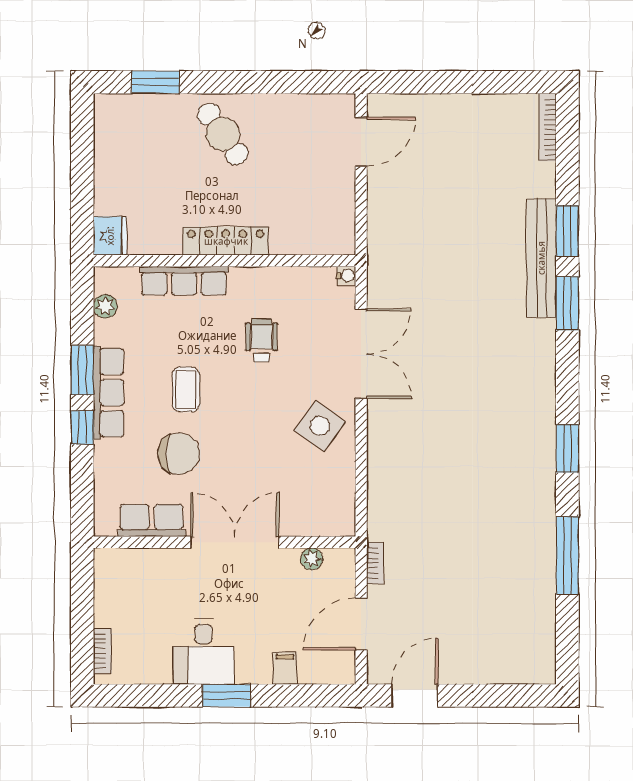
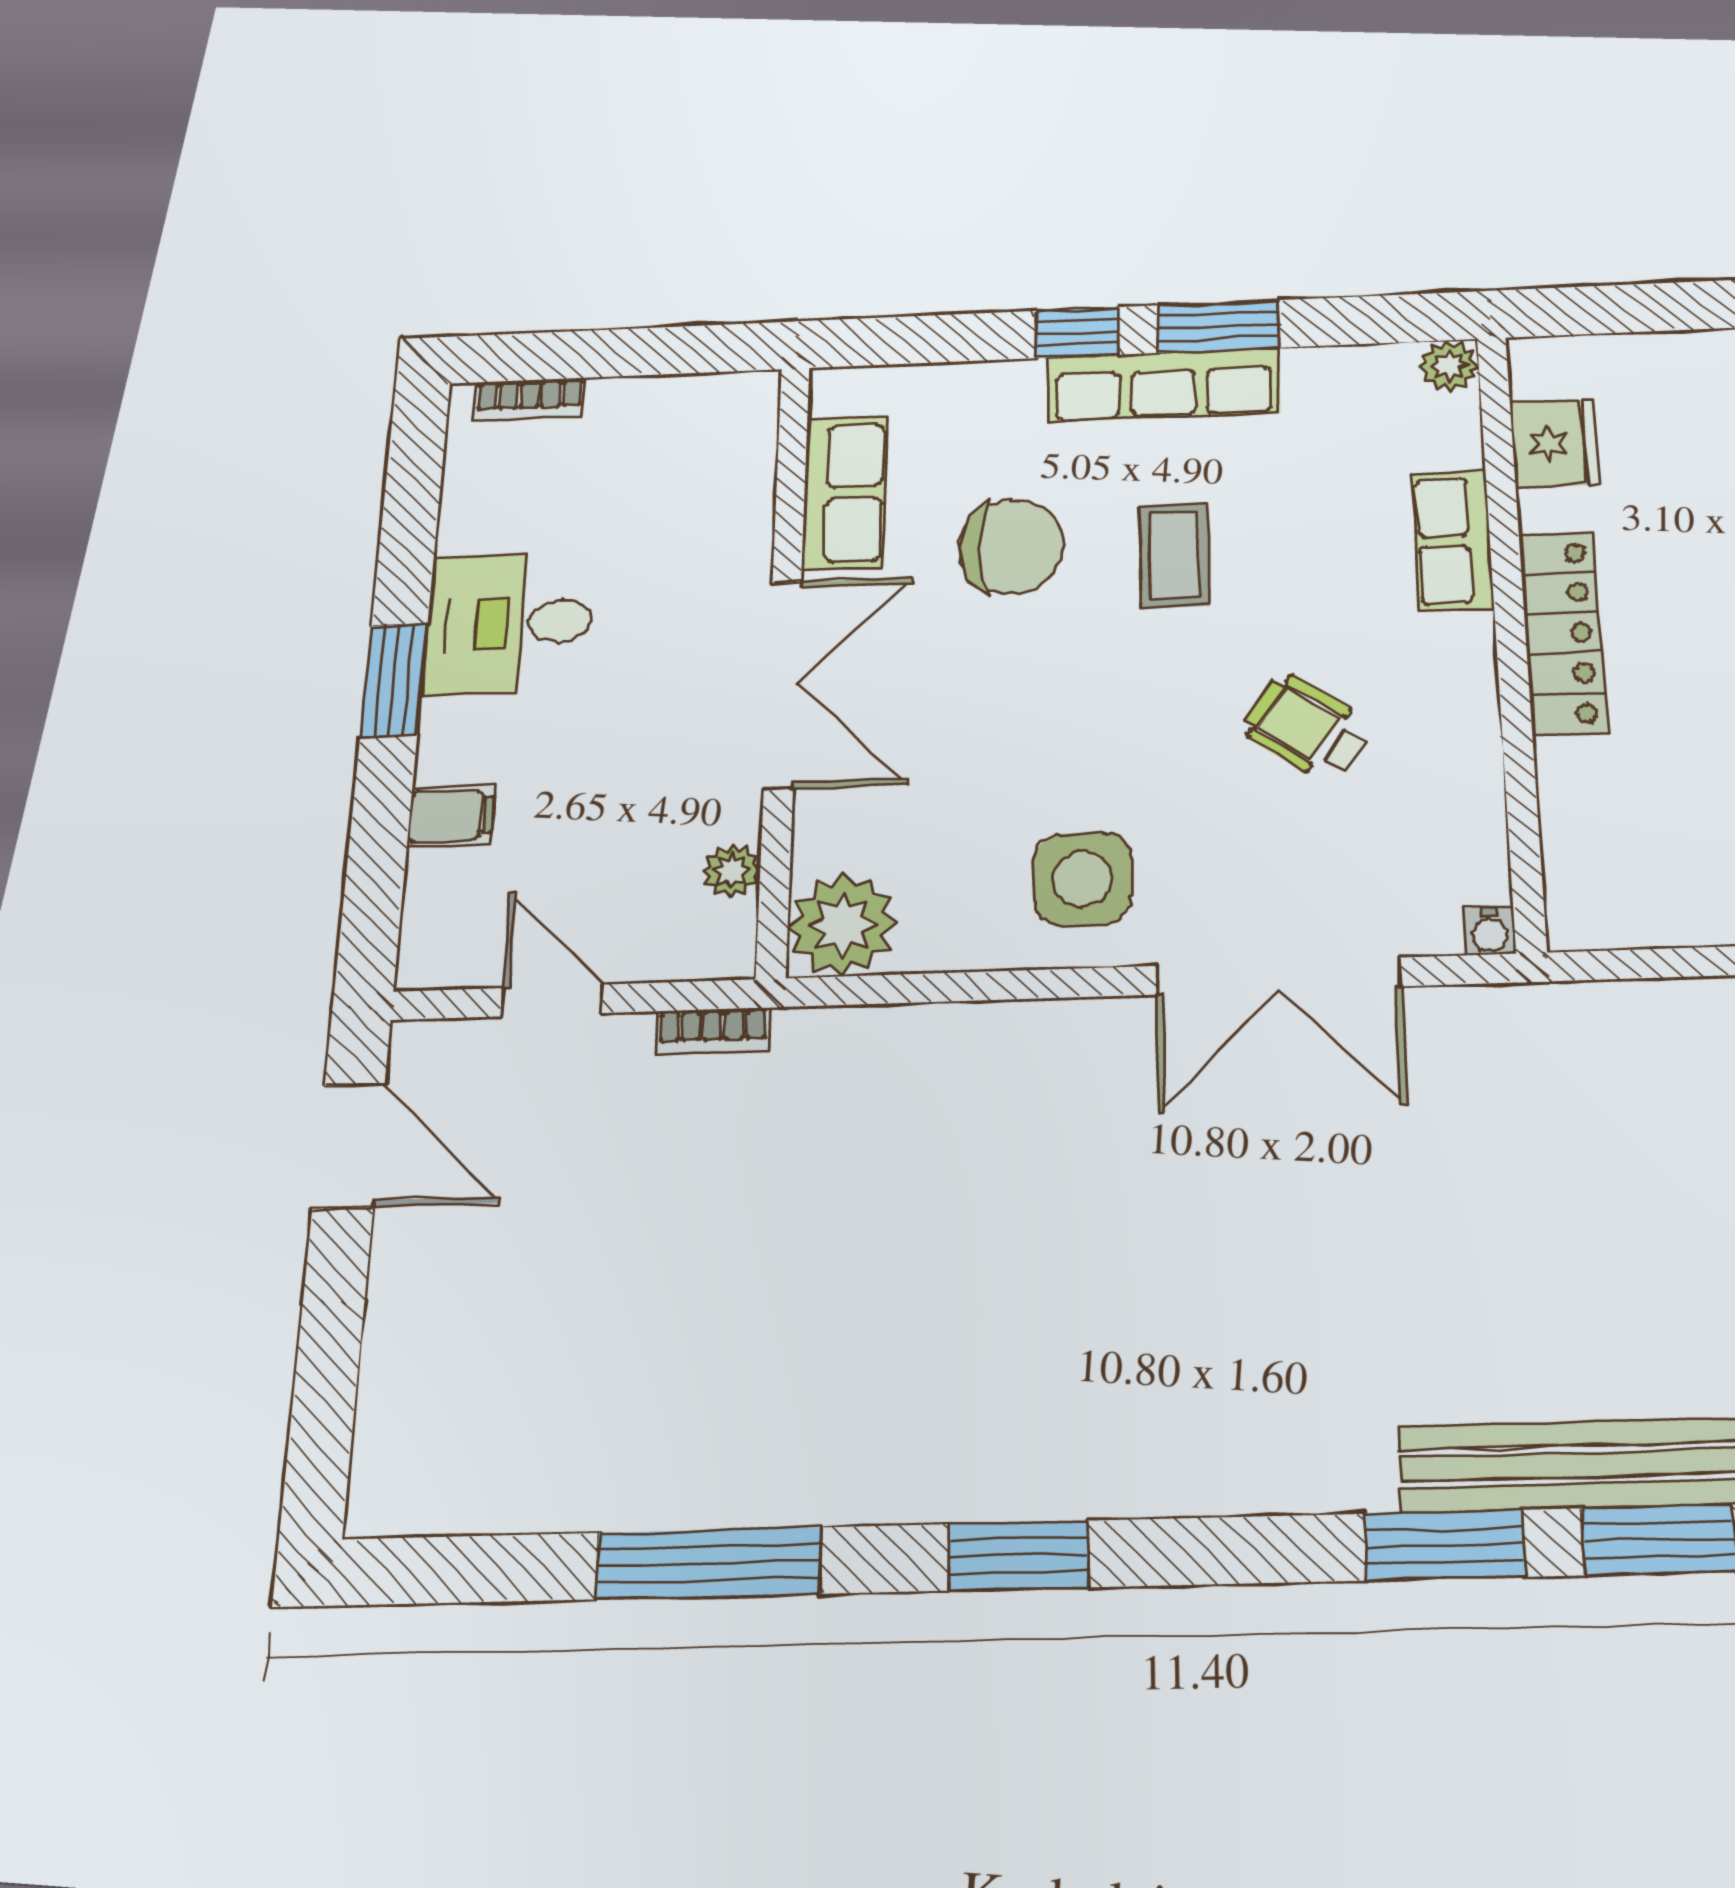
fridge: (110, 236) -> (1555, 443), moved, turned -90
row of seats: (184, 281) -> (1453, 541), width x0.68
plant: (105, 306) -> (1449, 366), moved
wheelchair: (262, 340) -> (1306, 728), turned -145
coffee table: (186, 390) -> (1174, 556), turned 90
side table: (320, 426) -> (1082, 879), turned -36
chair: (179, 454) -> (1011, 546), turned -90
plant: (335, 516) -> (842, 925), added
door: (361, 624) -> (552, 1000), width x0.73

